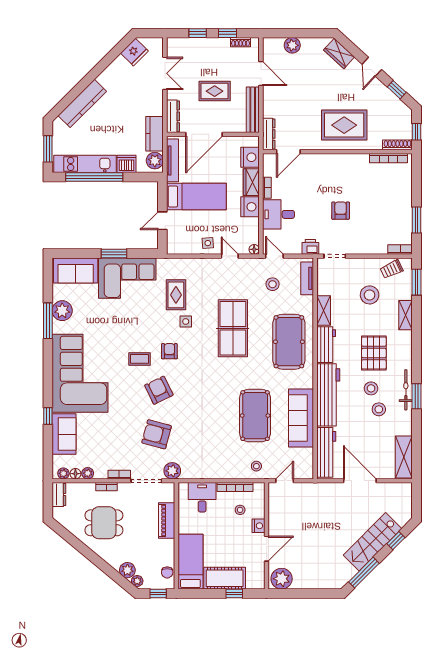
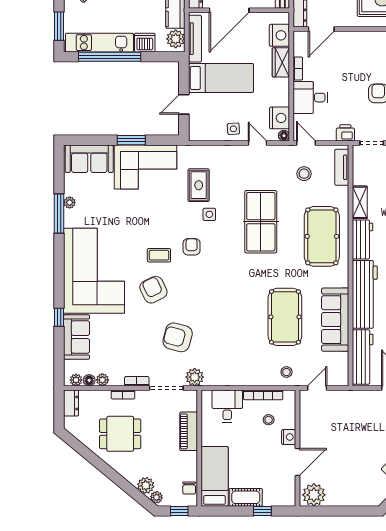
nightstand: (250, 207) -> (279, 118), moved
plant: (62, 311) -> (70, 202), width x0.53, depth x0.53
armchair: (159, 390) -> (153, 290), moved
cot: (225, 578) -> (246, 497), width x0.73, depth x0.75

